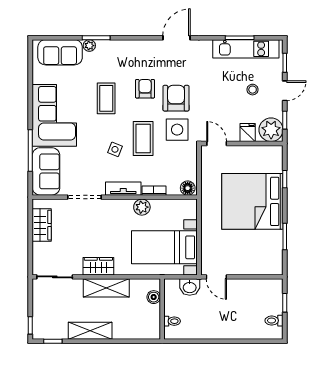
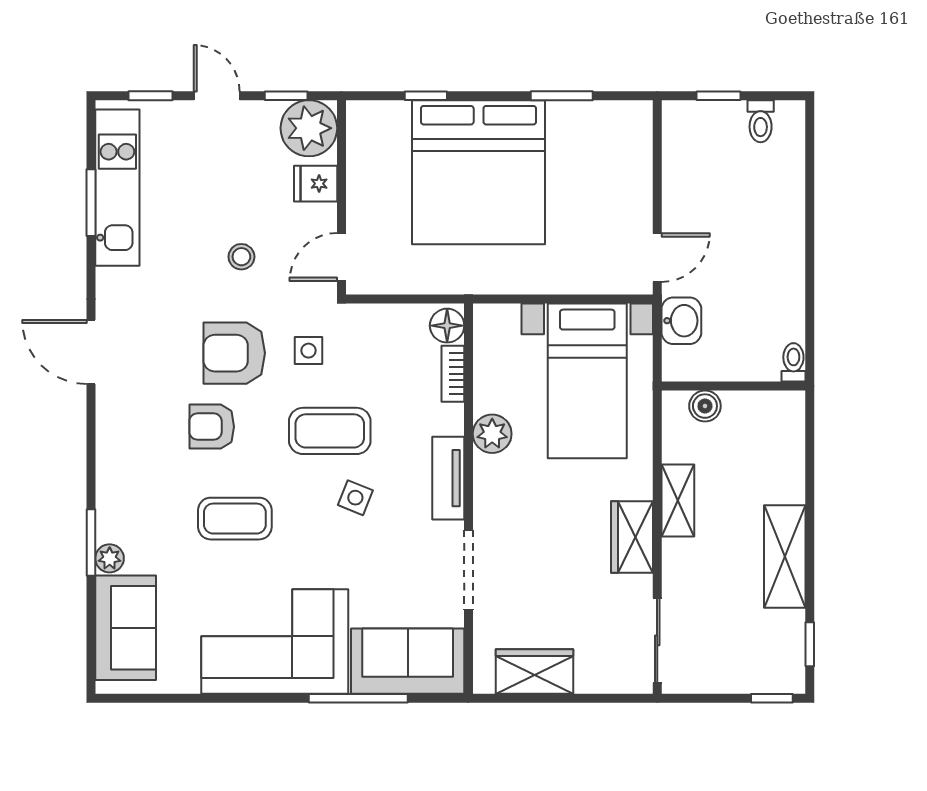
stool: (253, 90) -> (241, 257), moved
side table: (177, 130) -> (309, 351), width x0.54, depth x0.54
bookcase: (154, 191) -> (453, 374), moved
shelving: (106, 288) -> (678, 500), width x0.67, depth x0.75
toilet: (172, 321) -> (793, 362), moved

